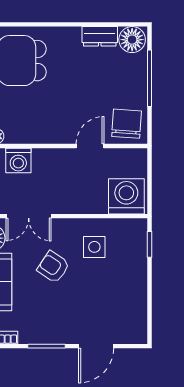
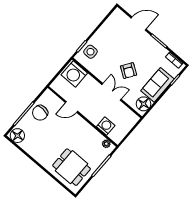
dresser: (100, 36) -> (29, 148), removed
chair: (127, 124) -> (40, 113), moved
double door: (29, 216) -> (112, 92), moved
side table: (94, 247) -> (90, 52), moved

